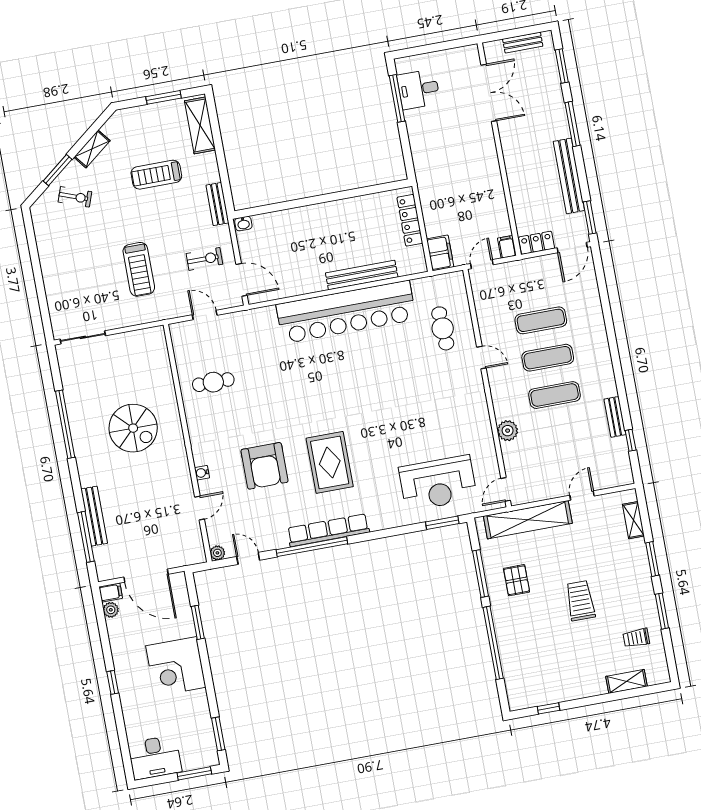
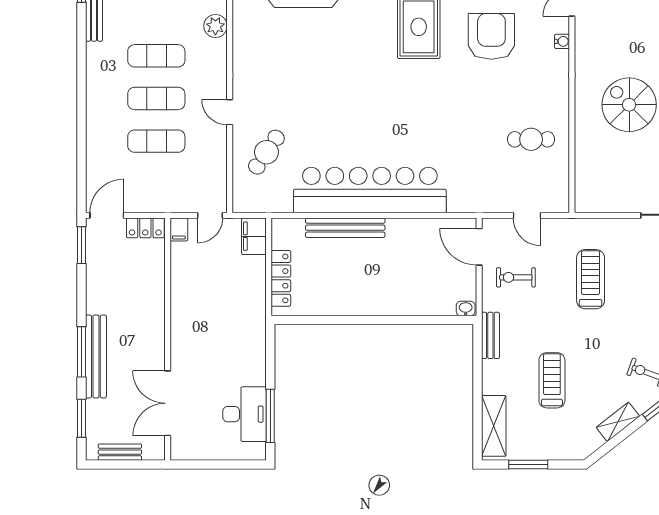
desk: (419, 89) -> (245, 414), width x1.37
treadmill: (156, 175) -> (552, 380), turned -90
bench: (569, 176) -> (96, 357), moved
cafe table: (443, 328) -> (266, 152), turned 37

